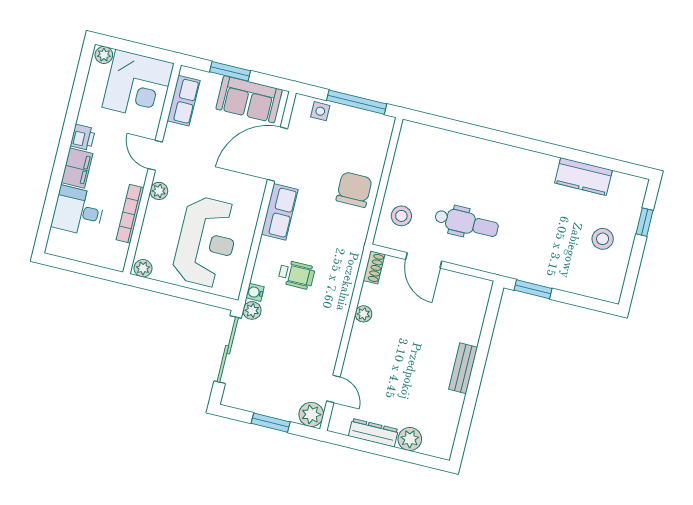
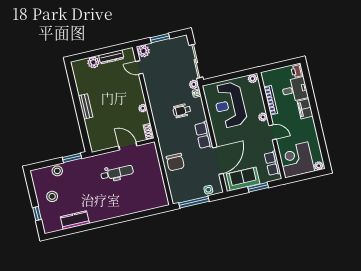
printer: (83, 137) -> (297, 71), moved
stool: (401, 216) -> (57, 171), moved
dental chair: (467, 223) -> (117, 173), turned 180

